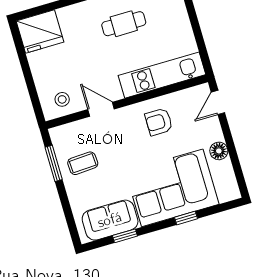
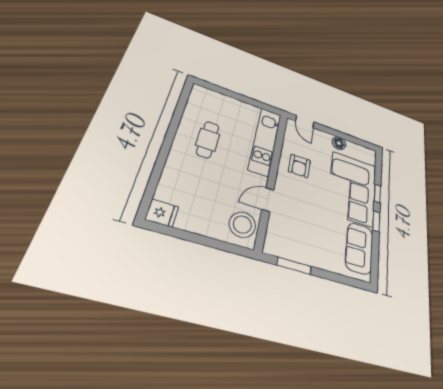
fridge: (40, 31) -> (162, 213), width x0.53, depth x0.75
stool: (62, 99) -> (242, 225), width x1.89, depth x1.89
coffee table: (83, 163) -> (305, 241), removed
window: (125, 236) -> (376, 221), moved

